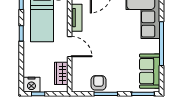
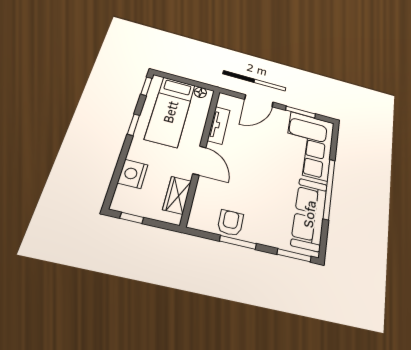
sofa: (150, 71) -> (309, 214), width x1.36
nightstand: (31, 85) -> (133, 174), moved, turned 90

